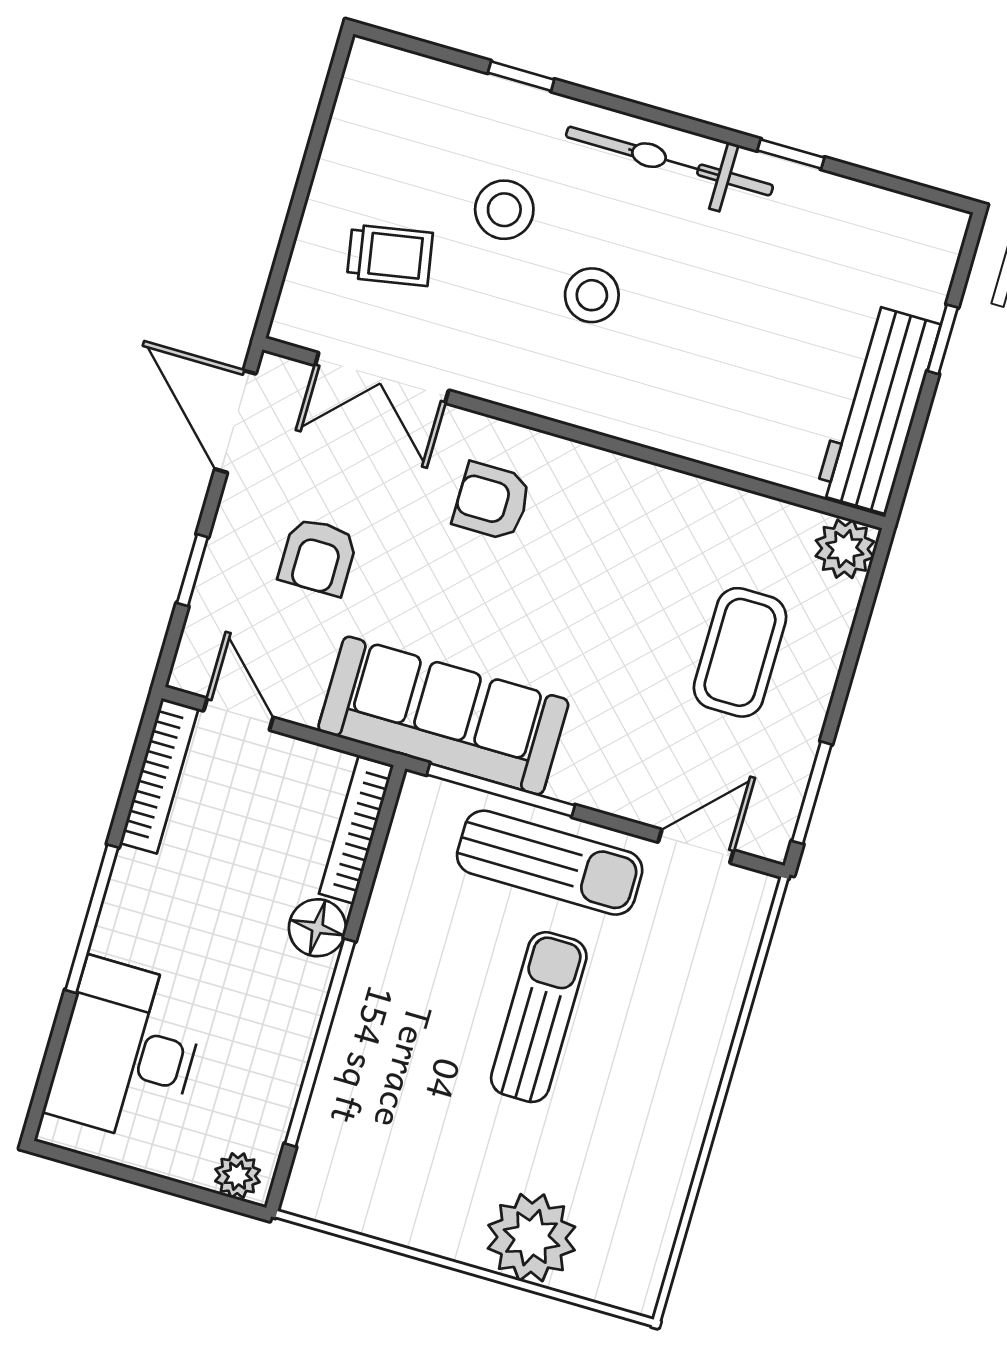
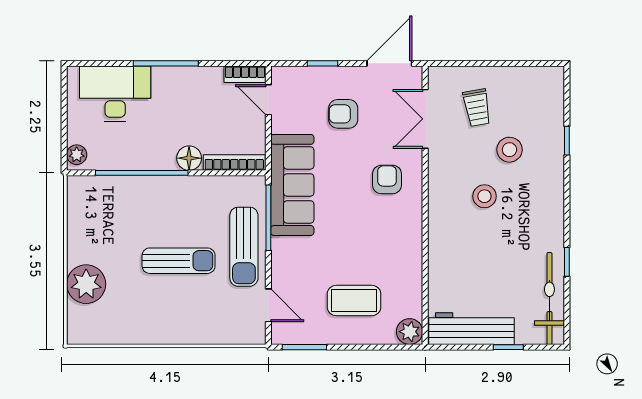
bicycle: (669, 161) -> (549, 299), moved
door: (238, 714) -> (268, 100), swing flipped
bookcase: (159, 776) -> (245, 74), width x0.64

